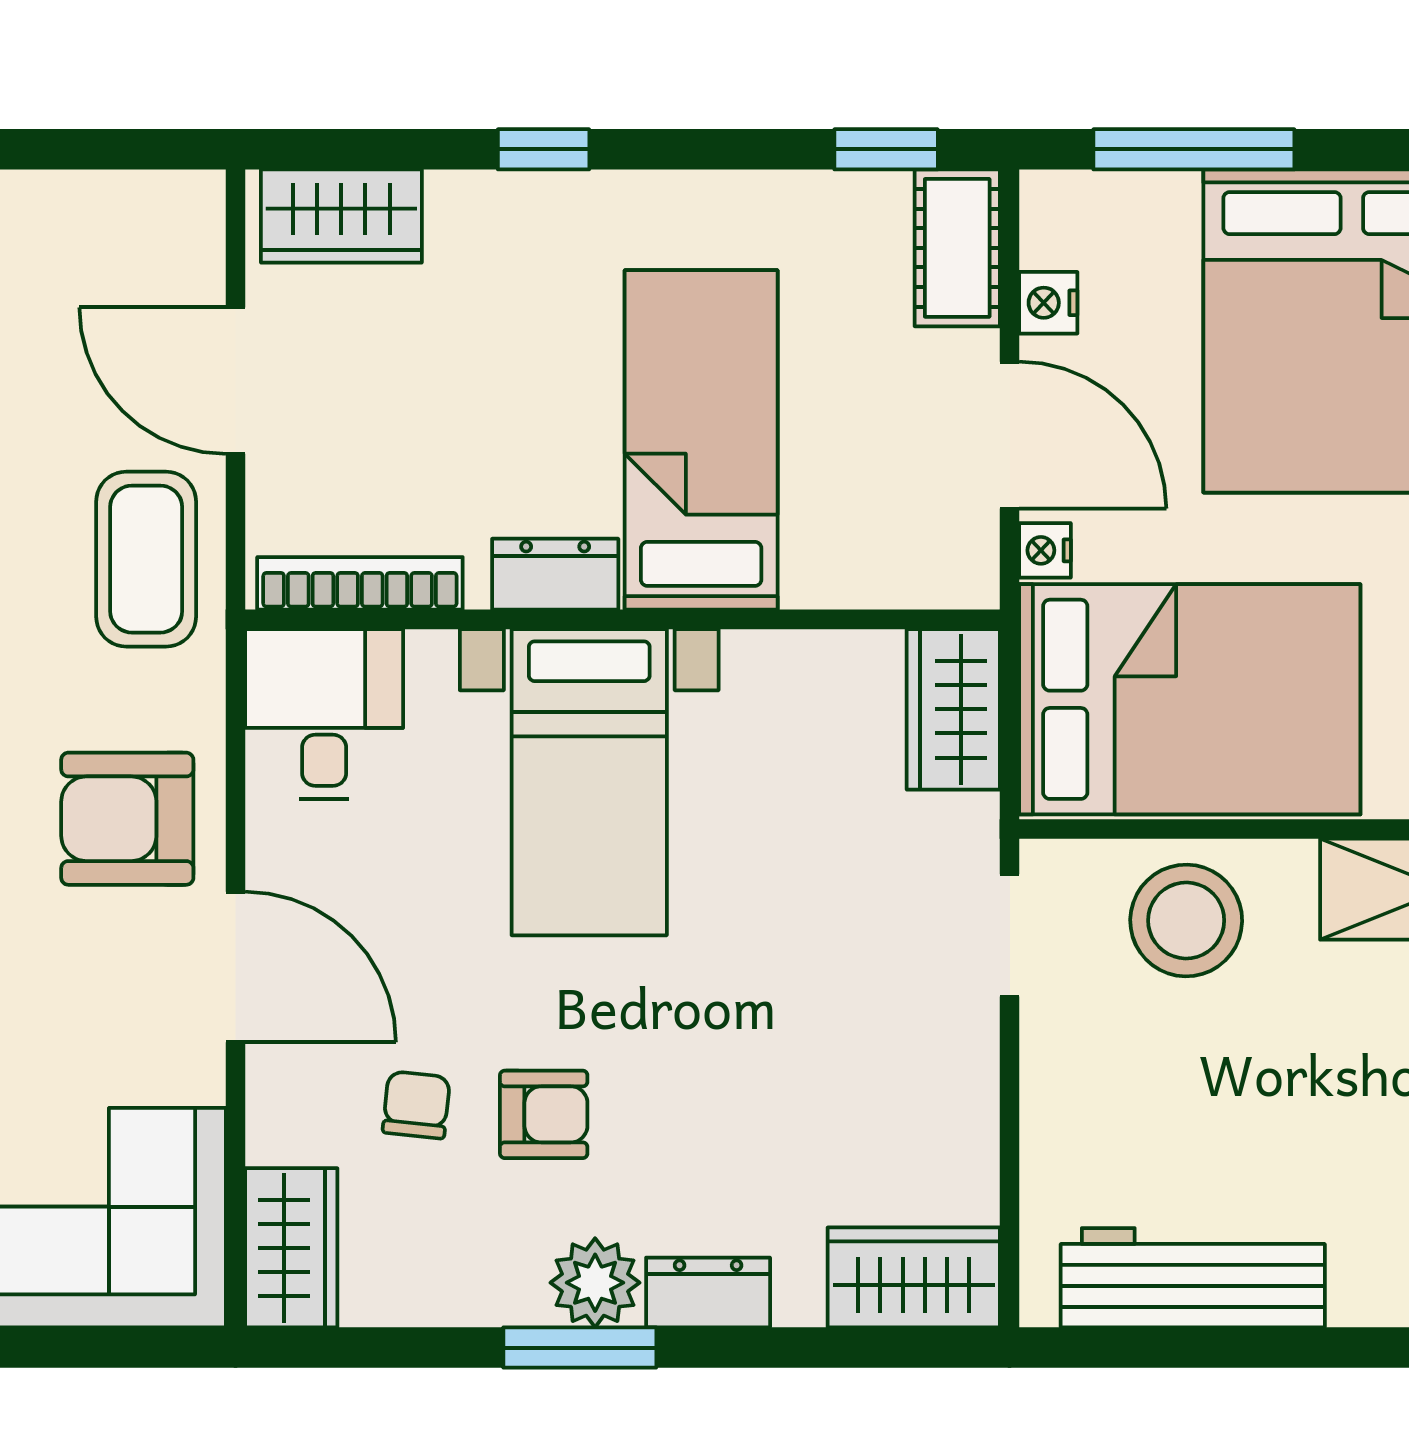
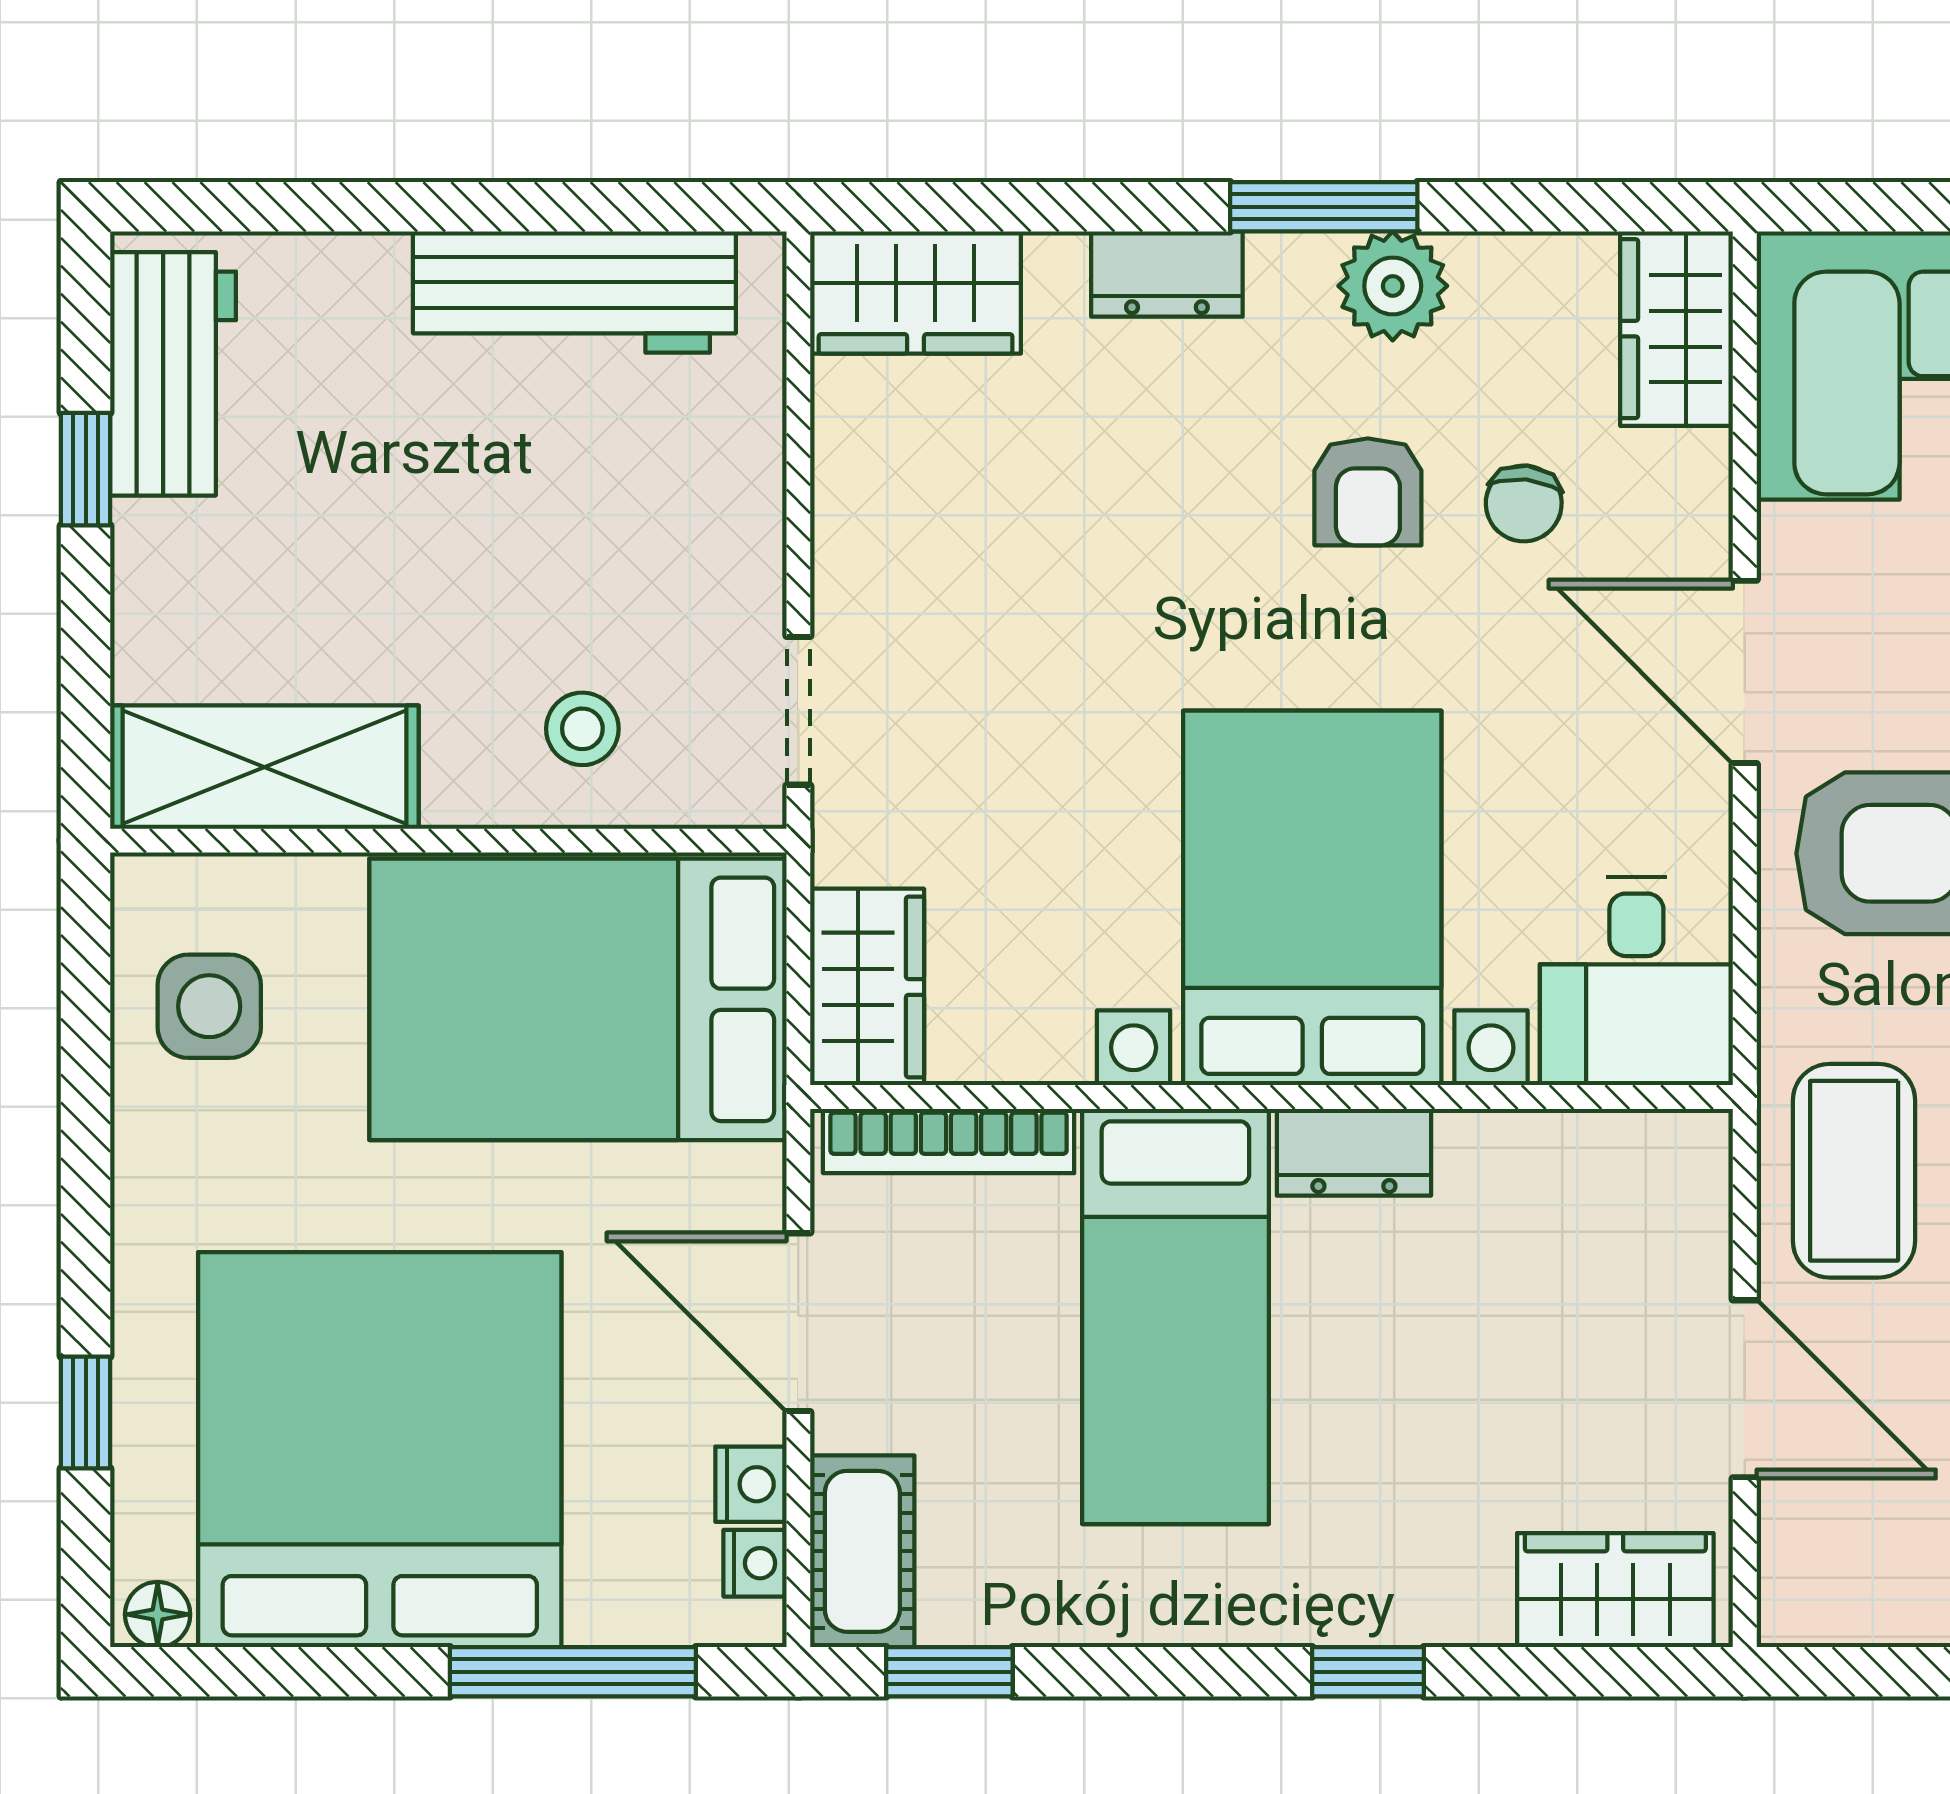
nightstand: (1045, 550) -> (755, 1563), moved
bookcase: (360, 583) -> (949, 1141), moved
bed with nightstands: (589, 782) -> (1312, 898), width x1.36
stool: (1186, 920) -> (582, 729), width x0.53, depth x0.53
armchair: (544, 1114) -> (1368, 492), turned -90
plant: (595, 1283) -> (1393, 286), moved

